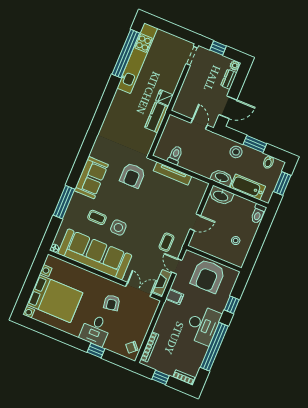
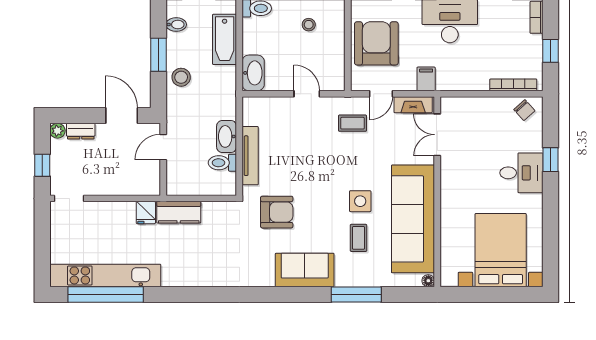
washbasin: (222, 178) -> (227, 136), moved
armchair: (208, 276) -> (376, 43), turned -90
armchair: (112, 303) -> (472, 166), removed

